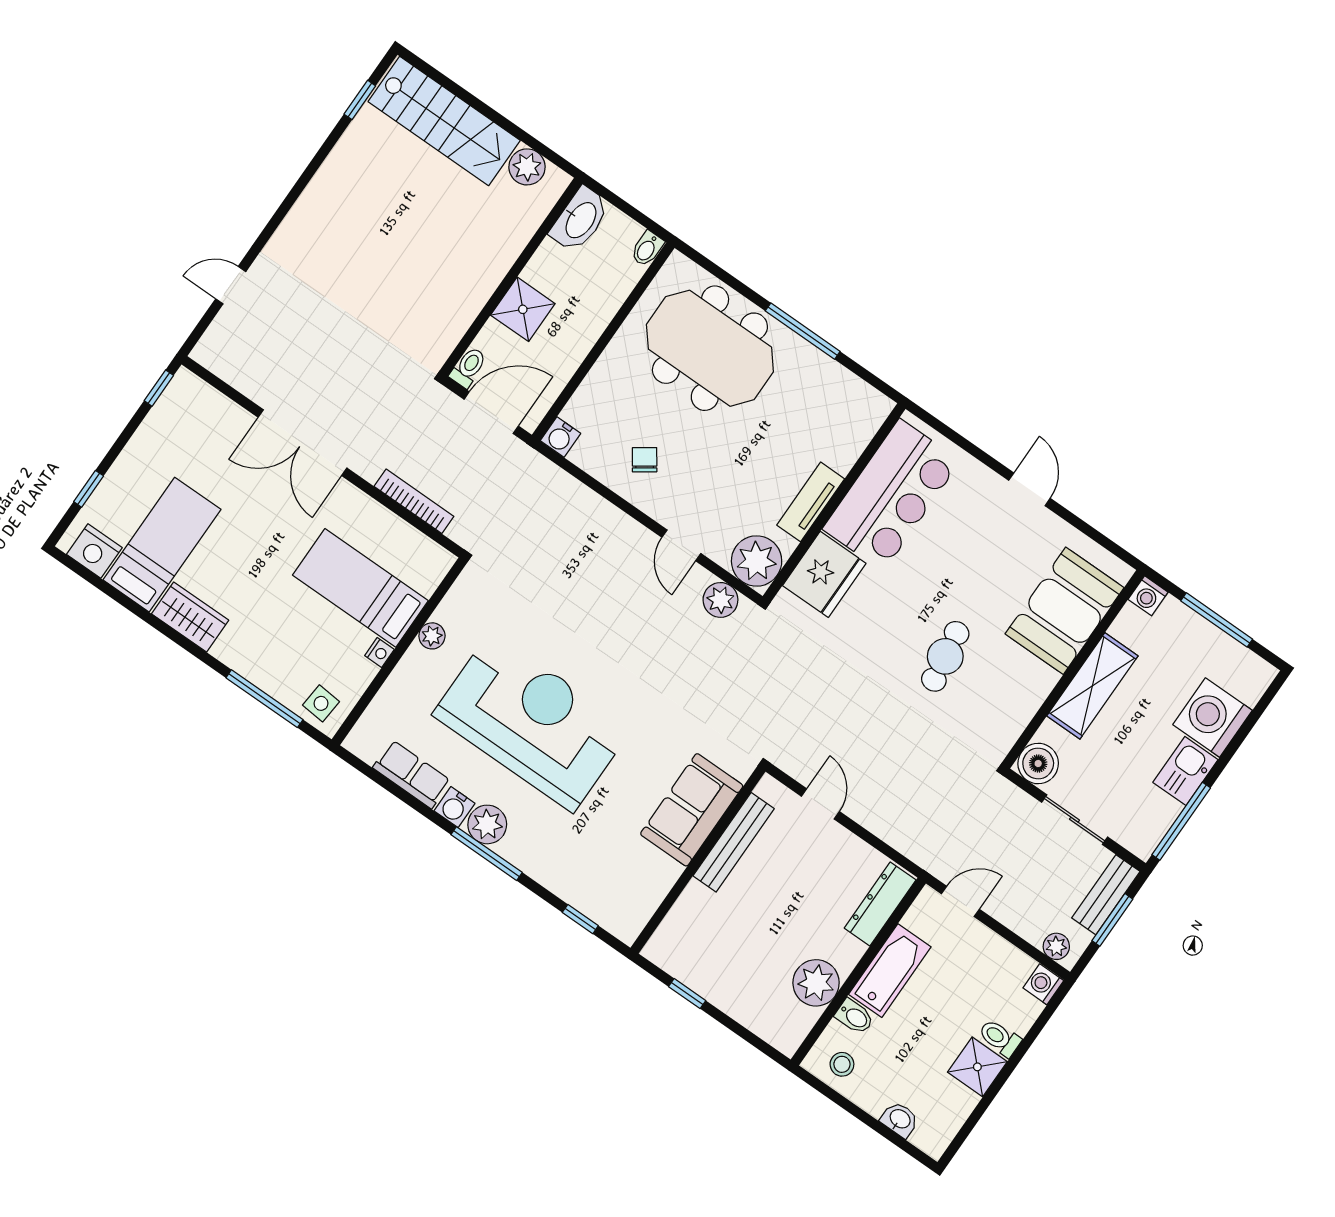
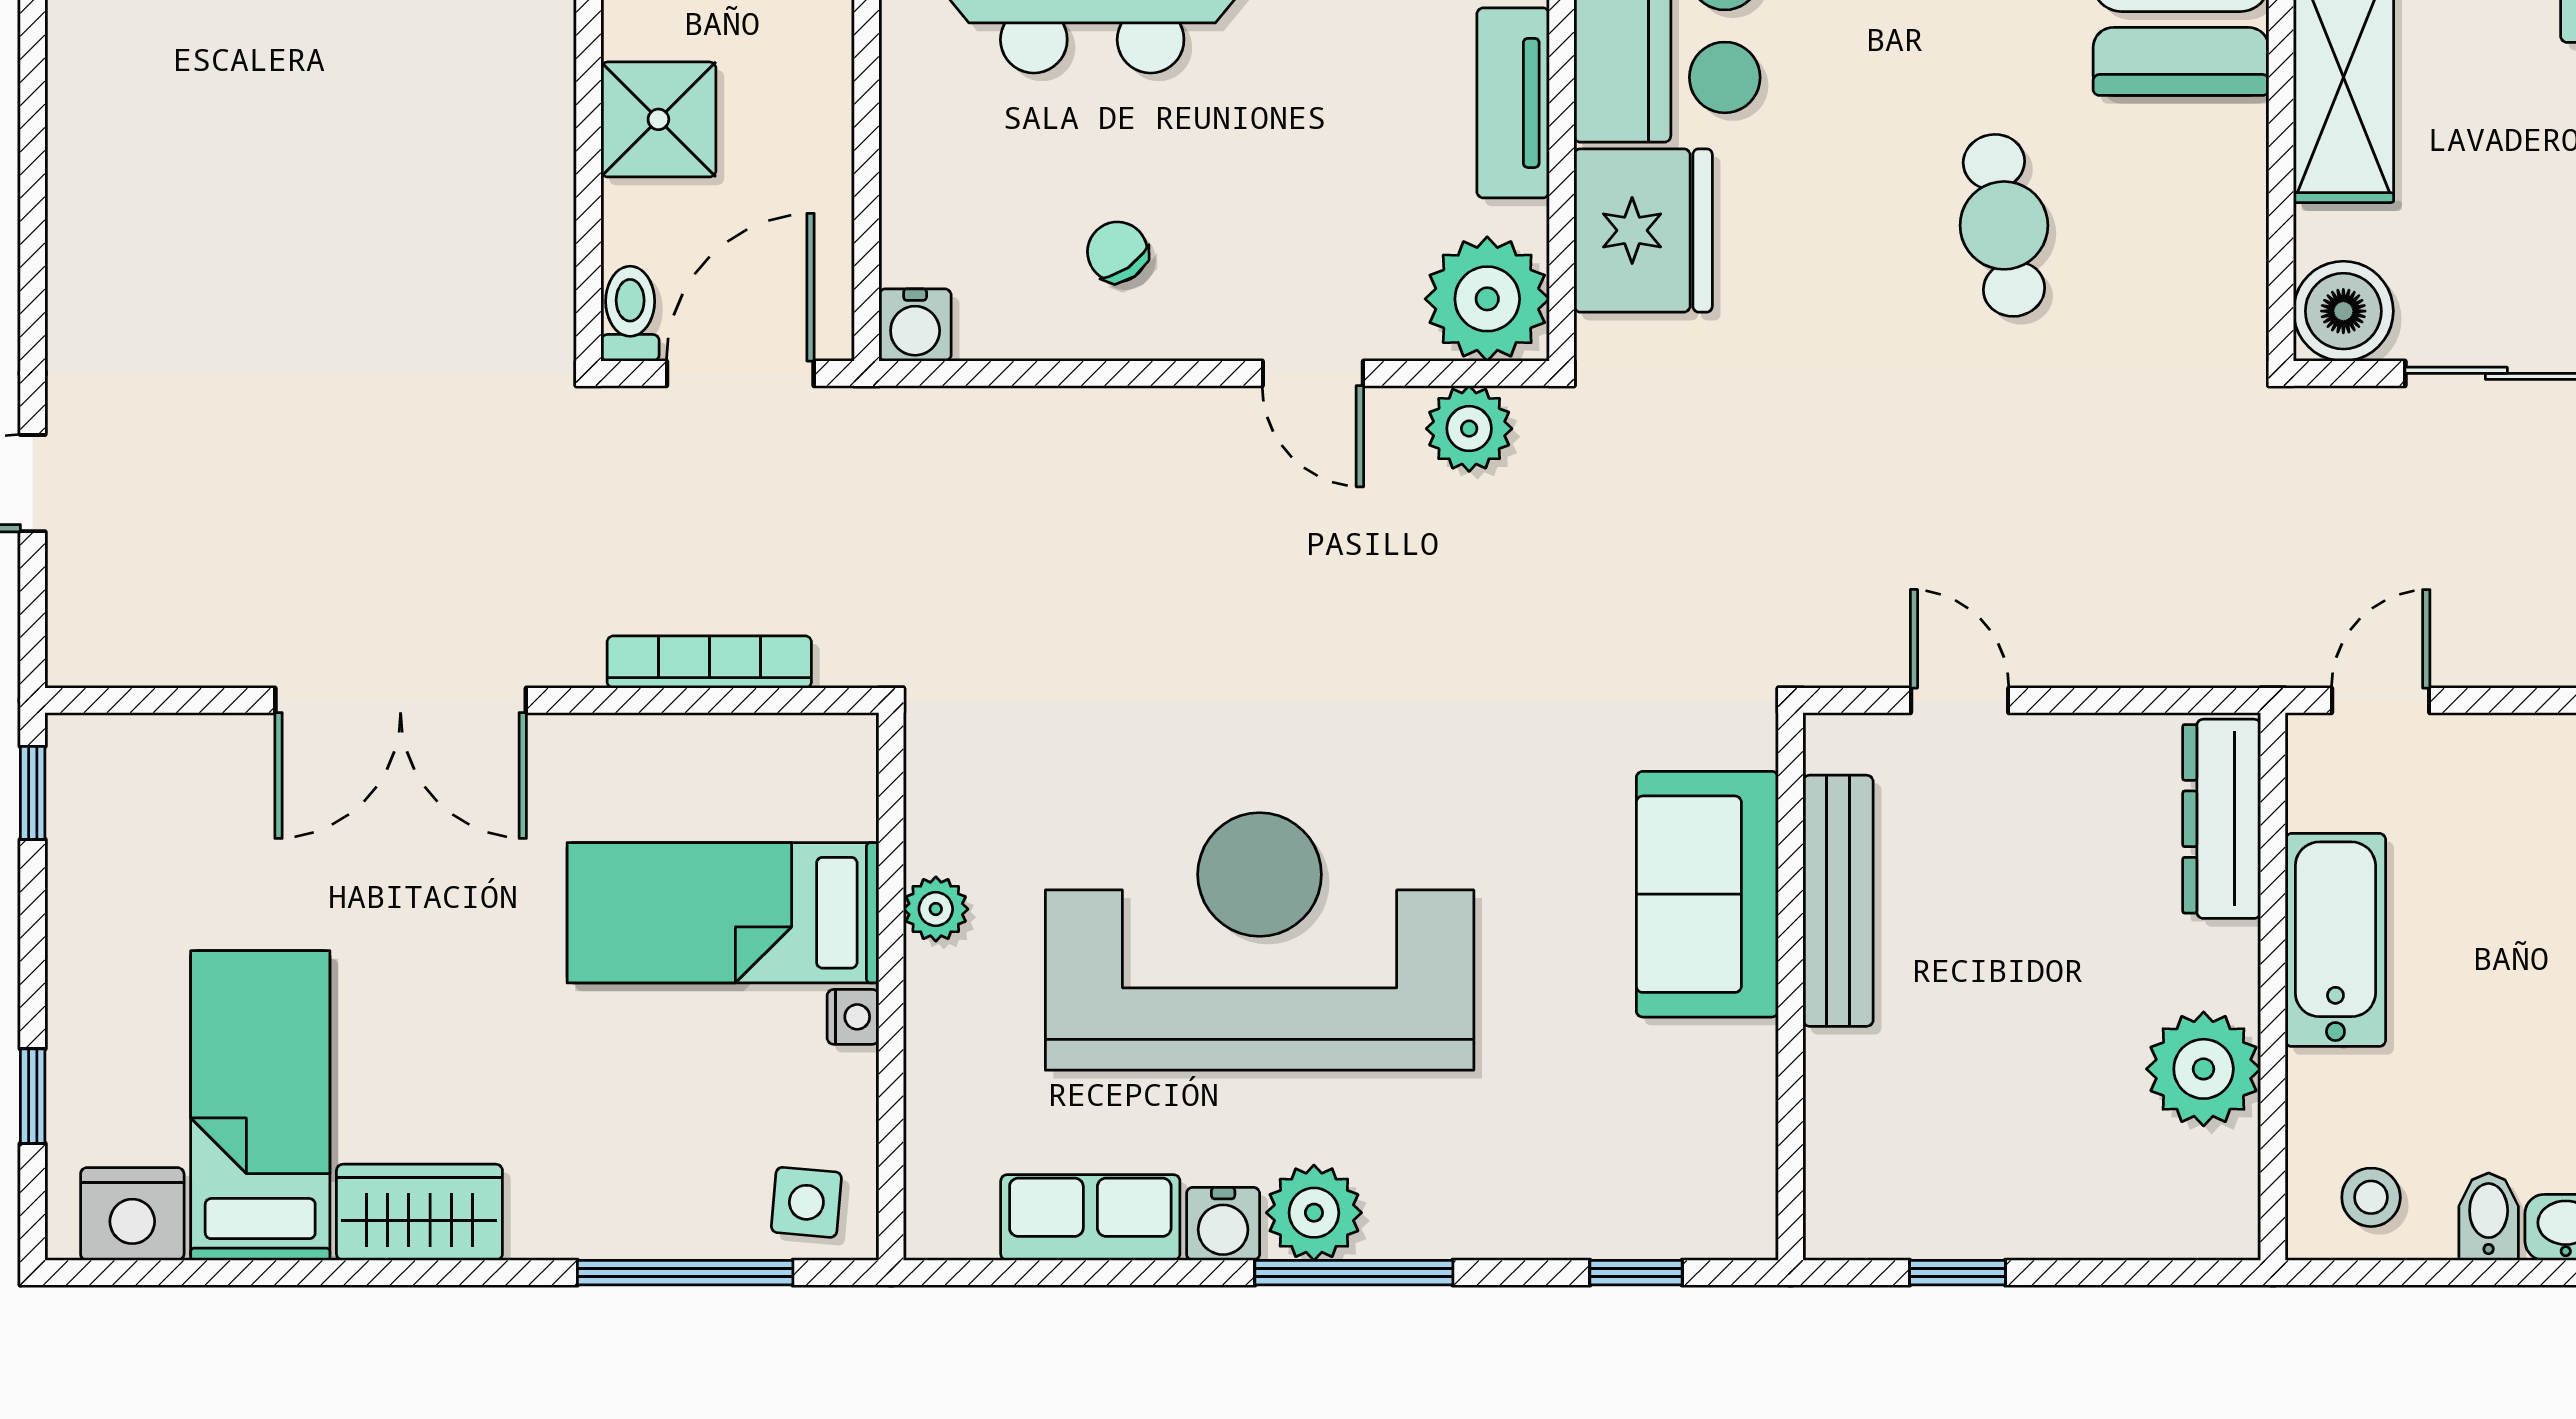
bidet: (855, 1017) -> (2489, 1217), moved, turned -90

